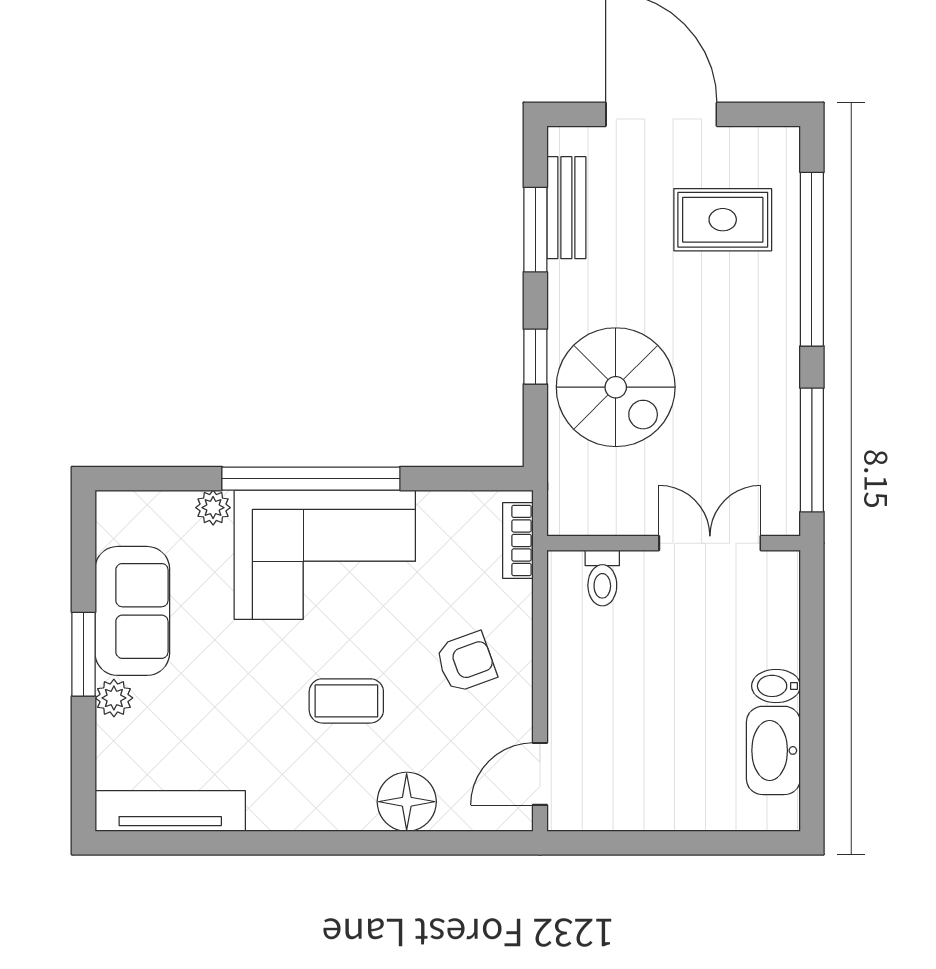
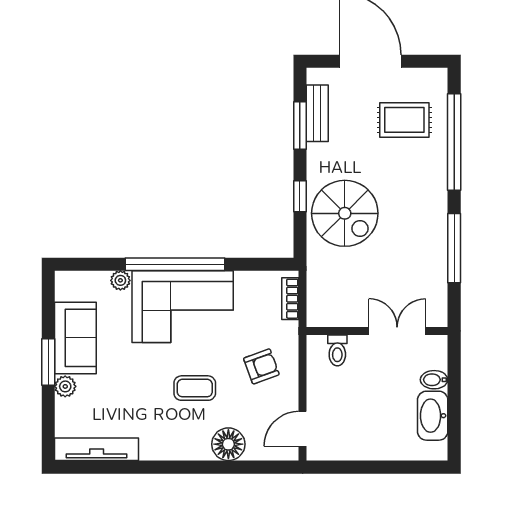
wall: (674, 543) -> (377, 331), moved
double door: (710, 543) -> (397, 331), moved
toilet: (602, 578) -> (337, 350), moved

